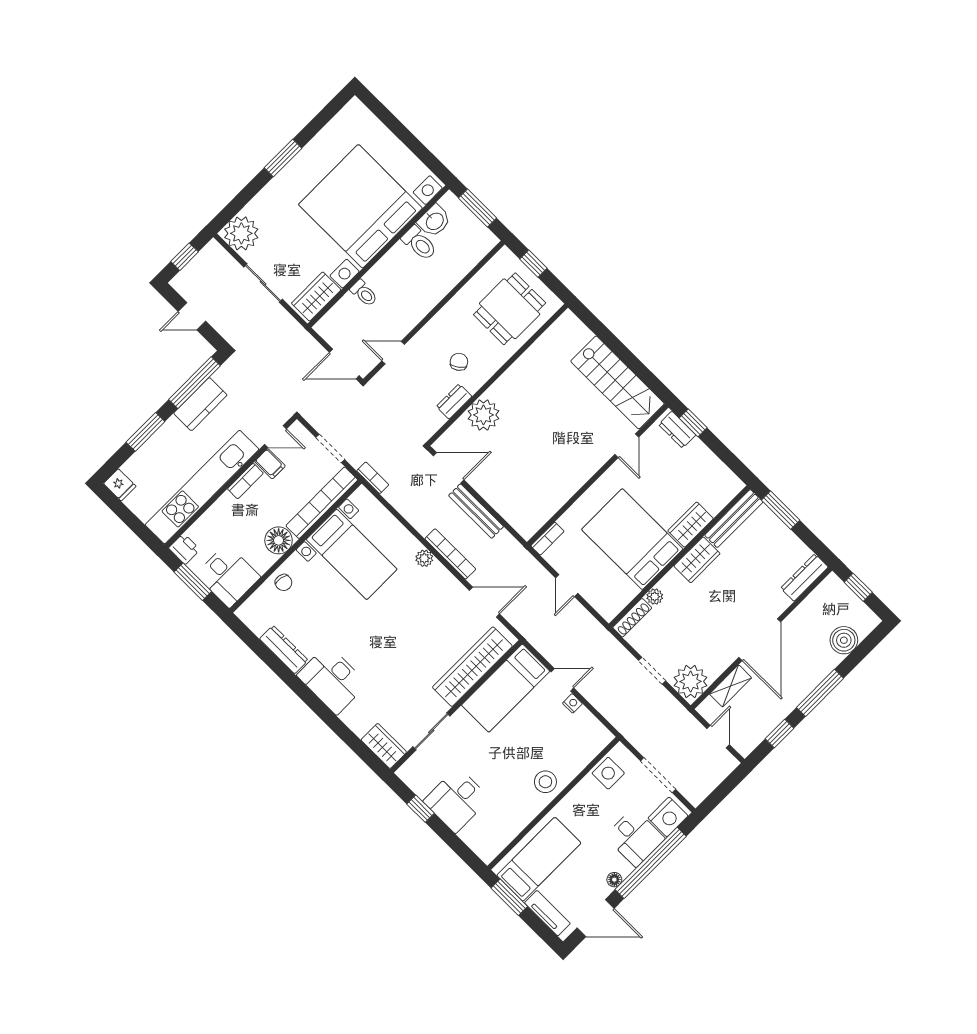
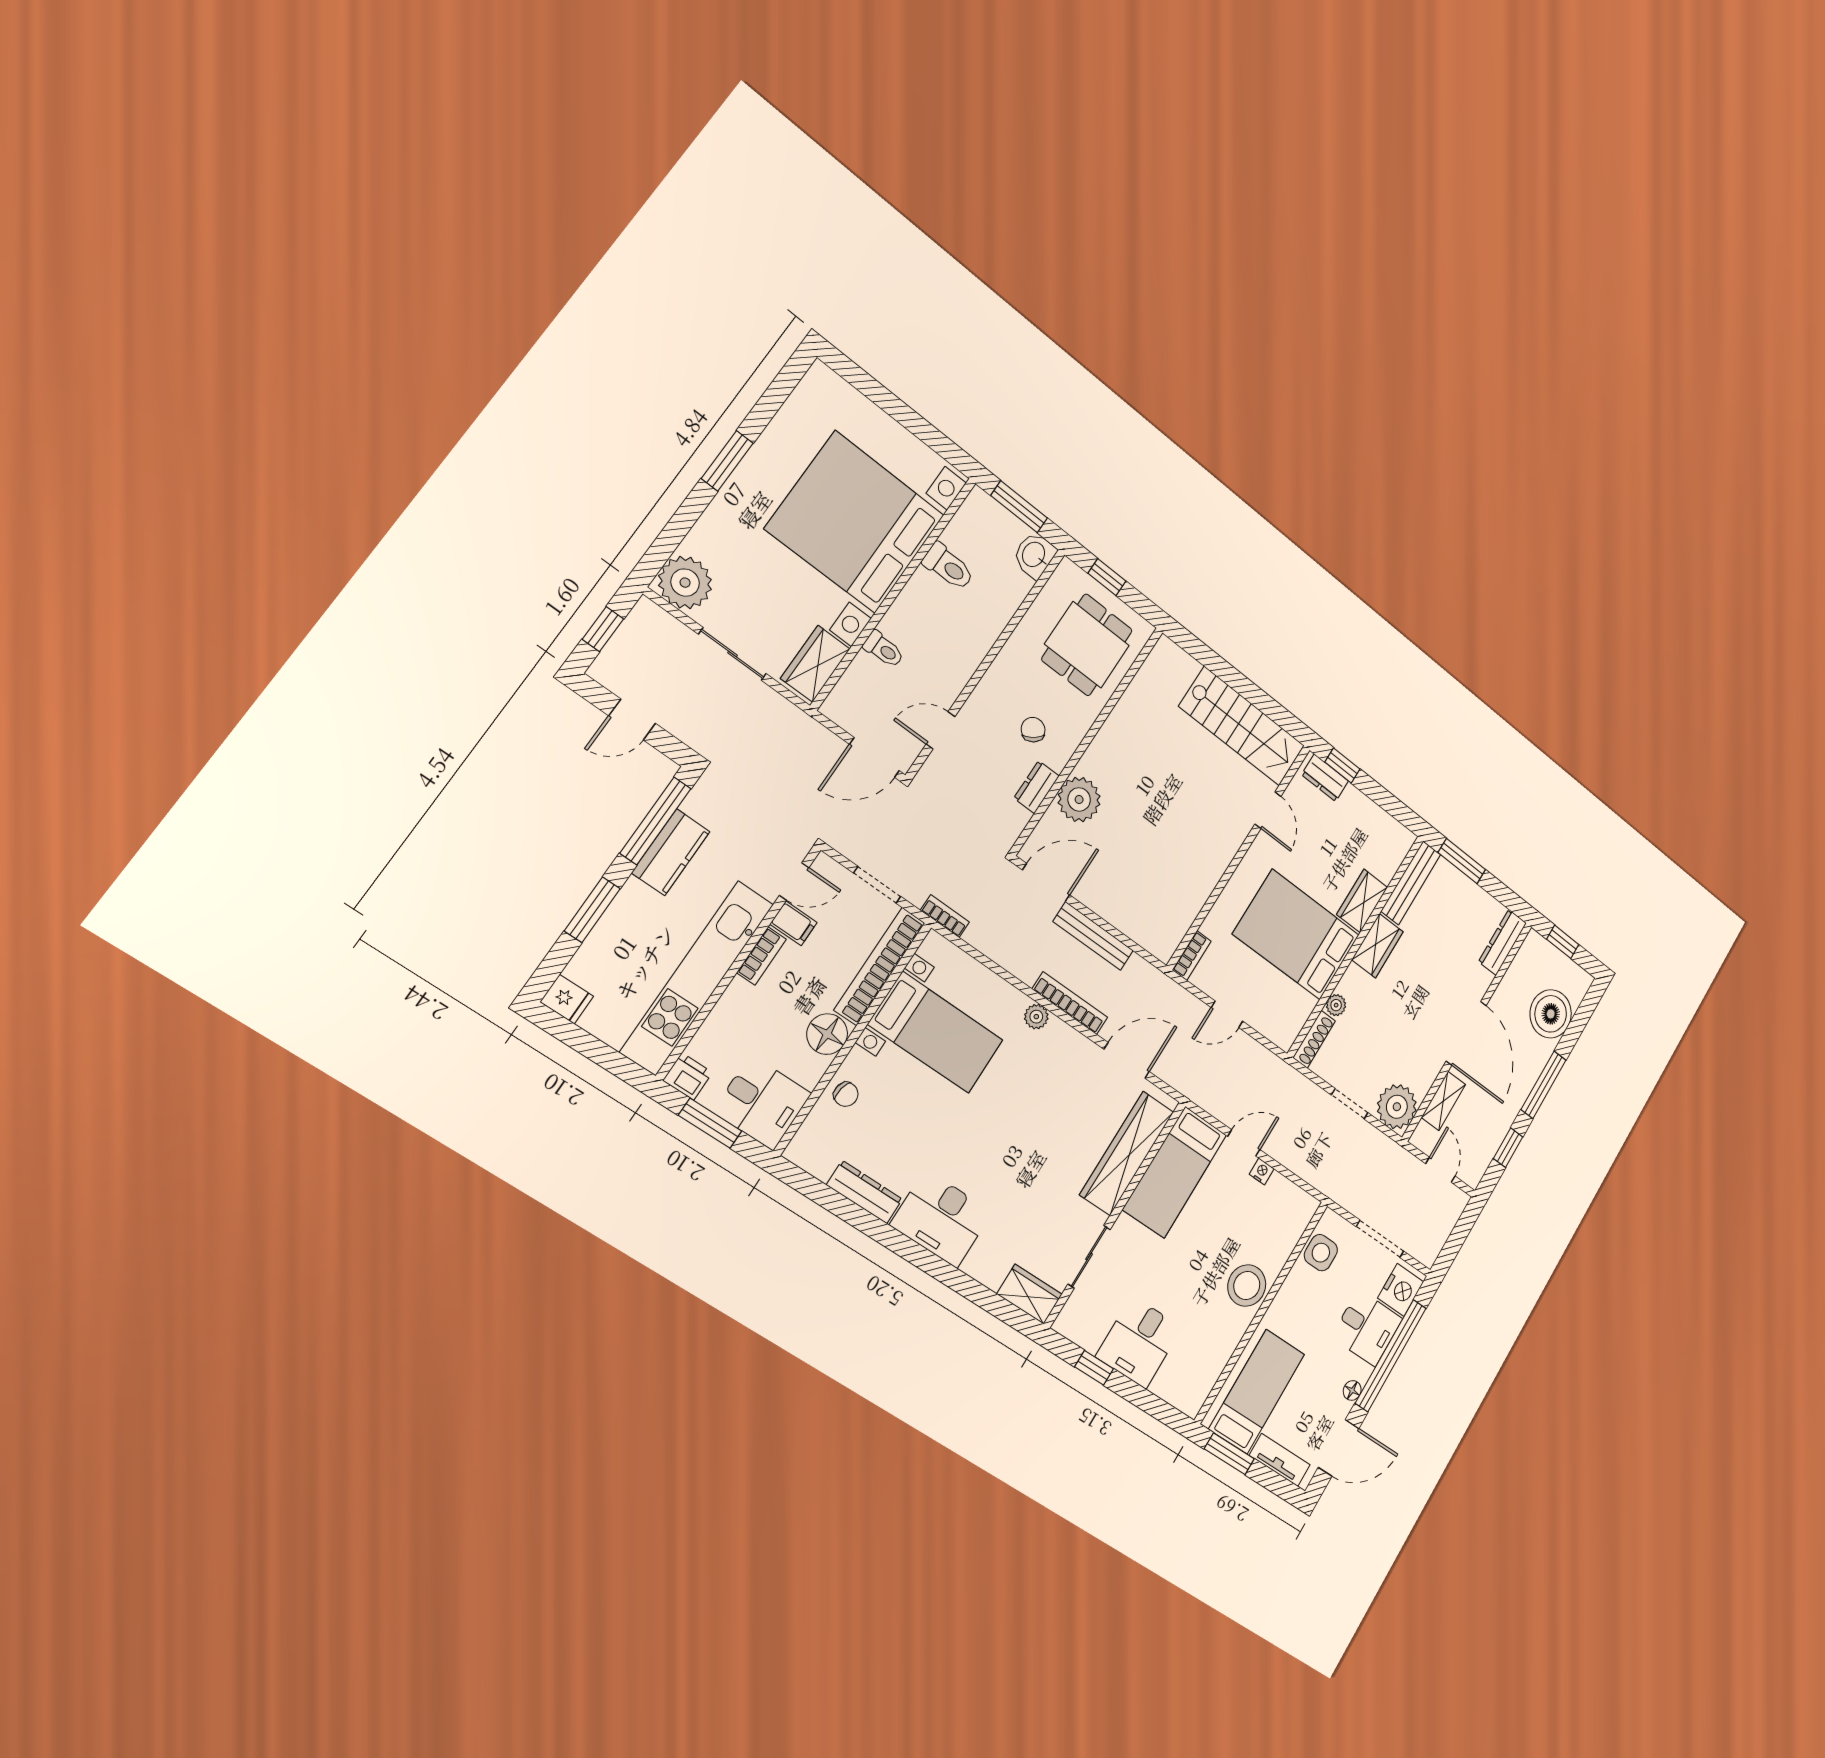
washbasin: (434, 221) -> (1034, 555), moved, turned 180
door: (567, 586) -> (1227, 1014), hinge flipped
boiler: (844, 640) -> (1551, 1014), width x1.37, depth x1.37
stool: (545, 782) -> (1247, 1286), width x1.38, depth x1.38

